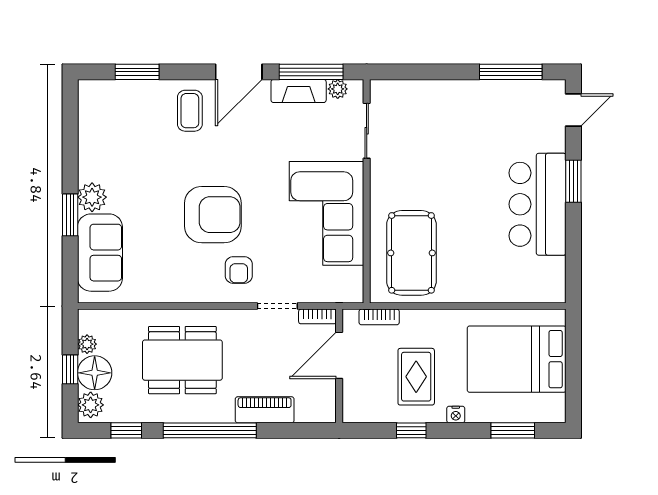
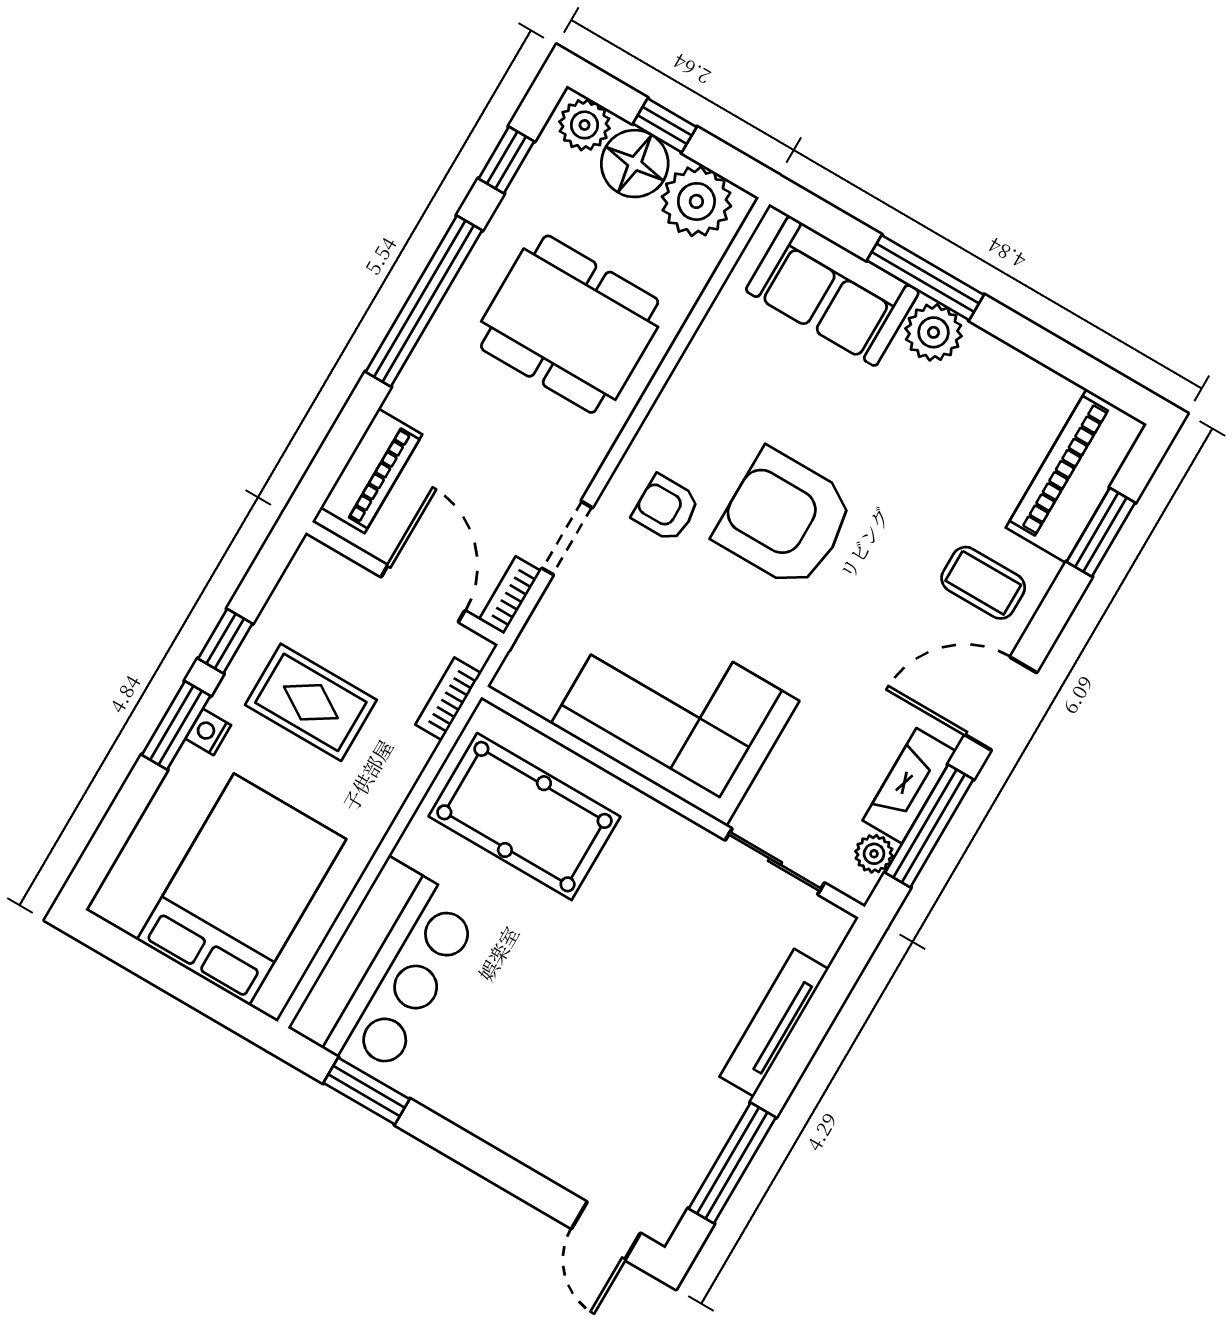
door: (239, 72) -> (1001, 704), hinge flipped
tv unit: (438, 90) -> (774, 1023), added
piano: (119, 97) -> (1076, 476), added
window: (573, 181) -> (366, 1091), moved
bar counter: (538, 204) -> (386, 970), moved, turned 90
window: (70, 215) -> (925, 278), width x1.44
armchair: (213, 215) -> (785, 519), turned 90
plant: (87, 344) -> (696, 201), width x1.88, depth x1.88
dining table: (182, 360) -> (570, 324), turned 90
piano: (265, 410) -> (371, 471), moved
window: (513, 430) -> (176, 725), moved

